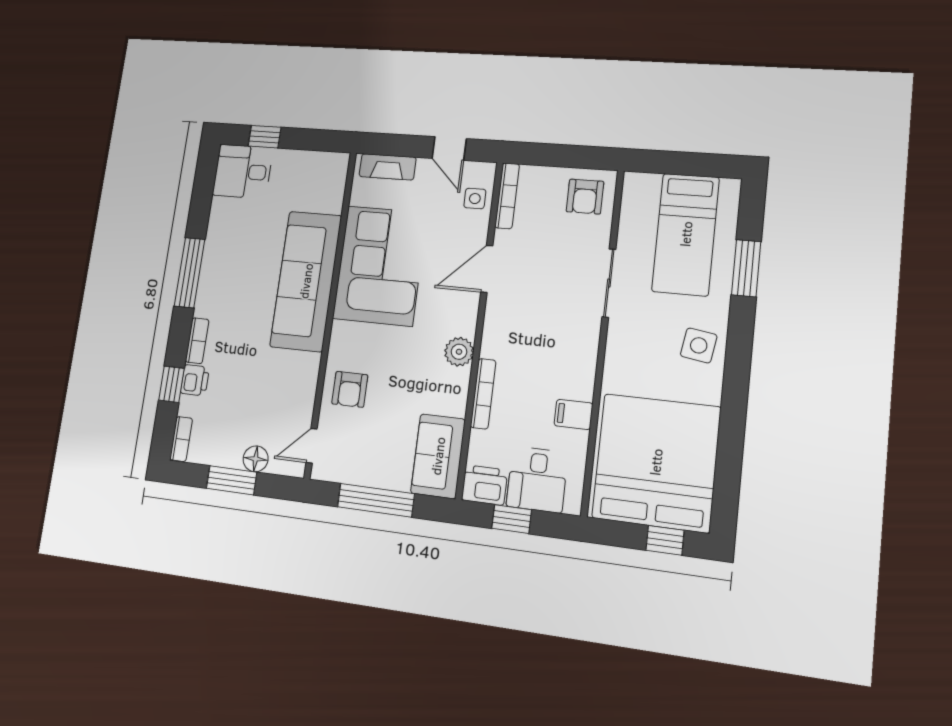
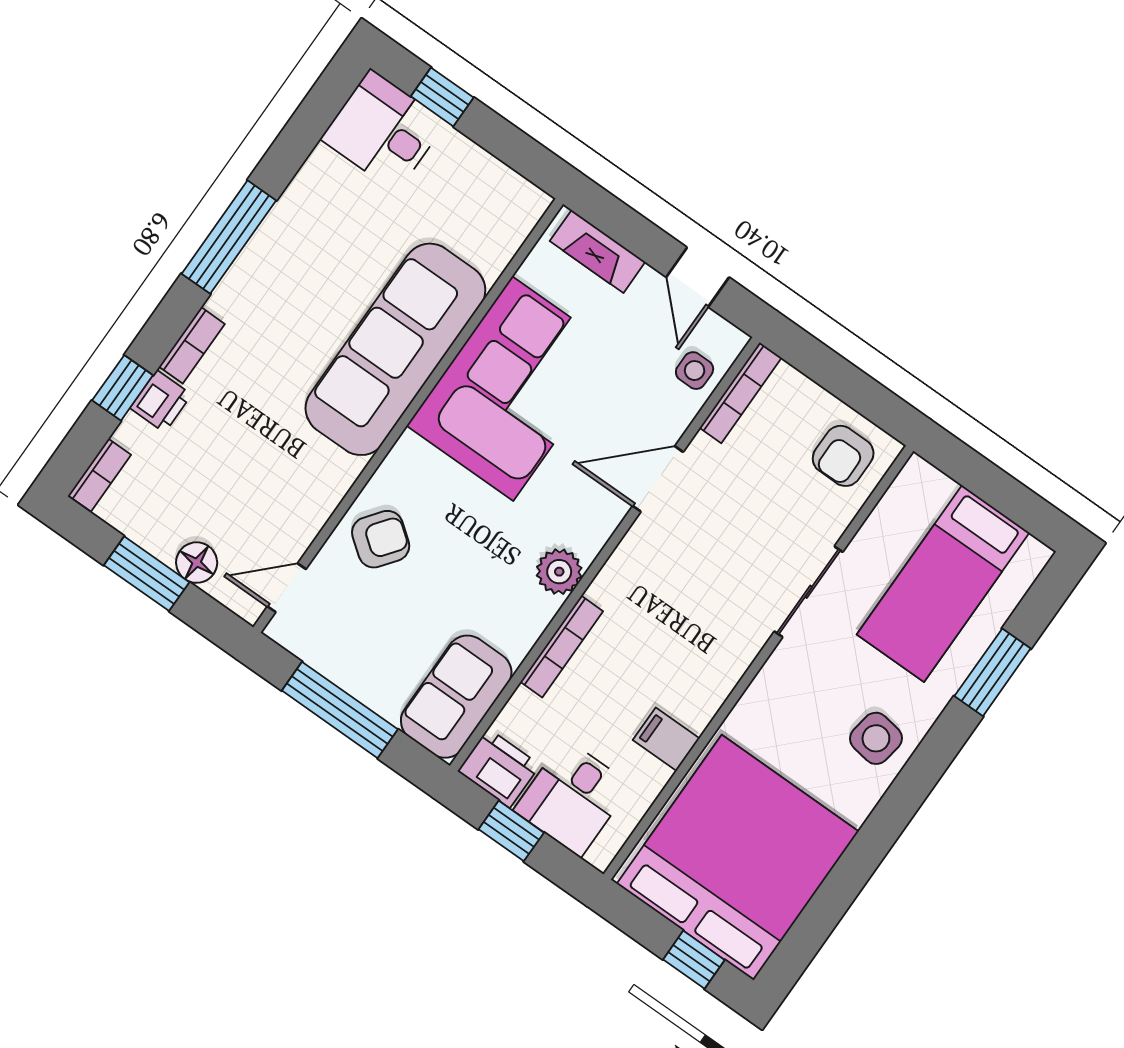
armchair: (350, 389) -> (381, 539), turned -143

